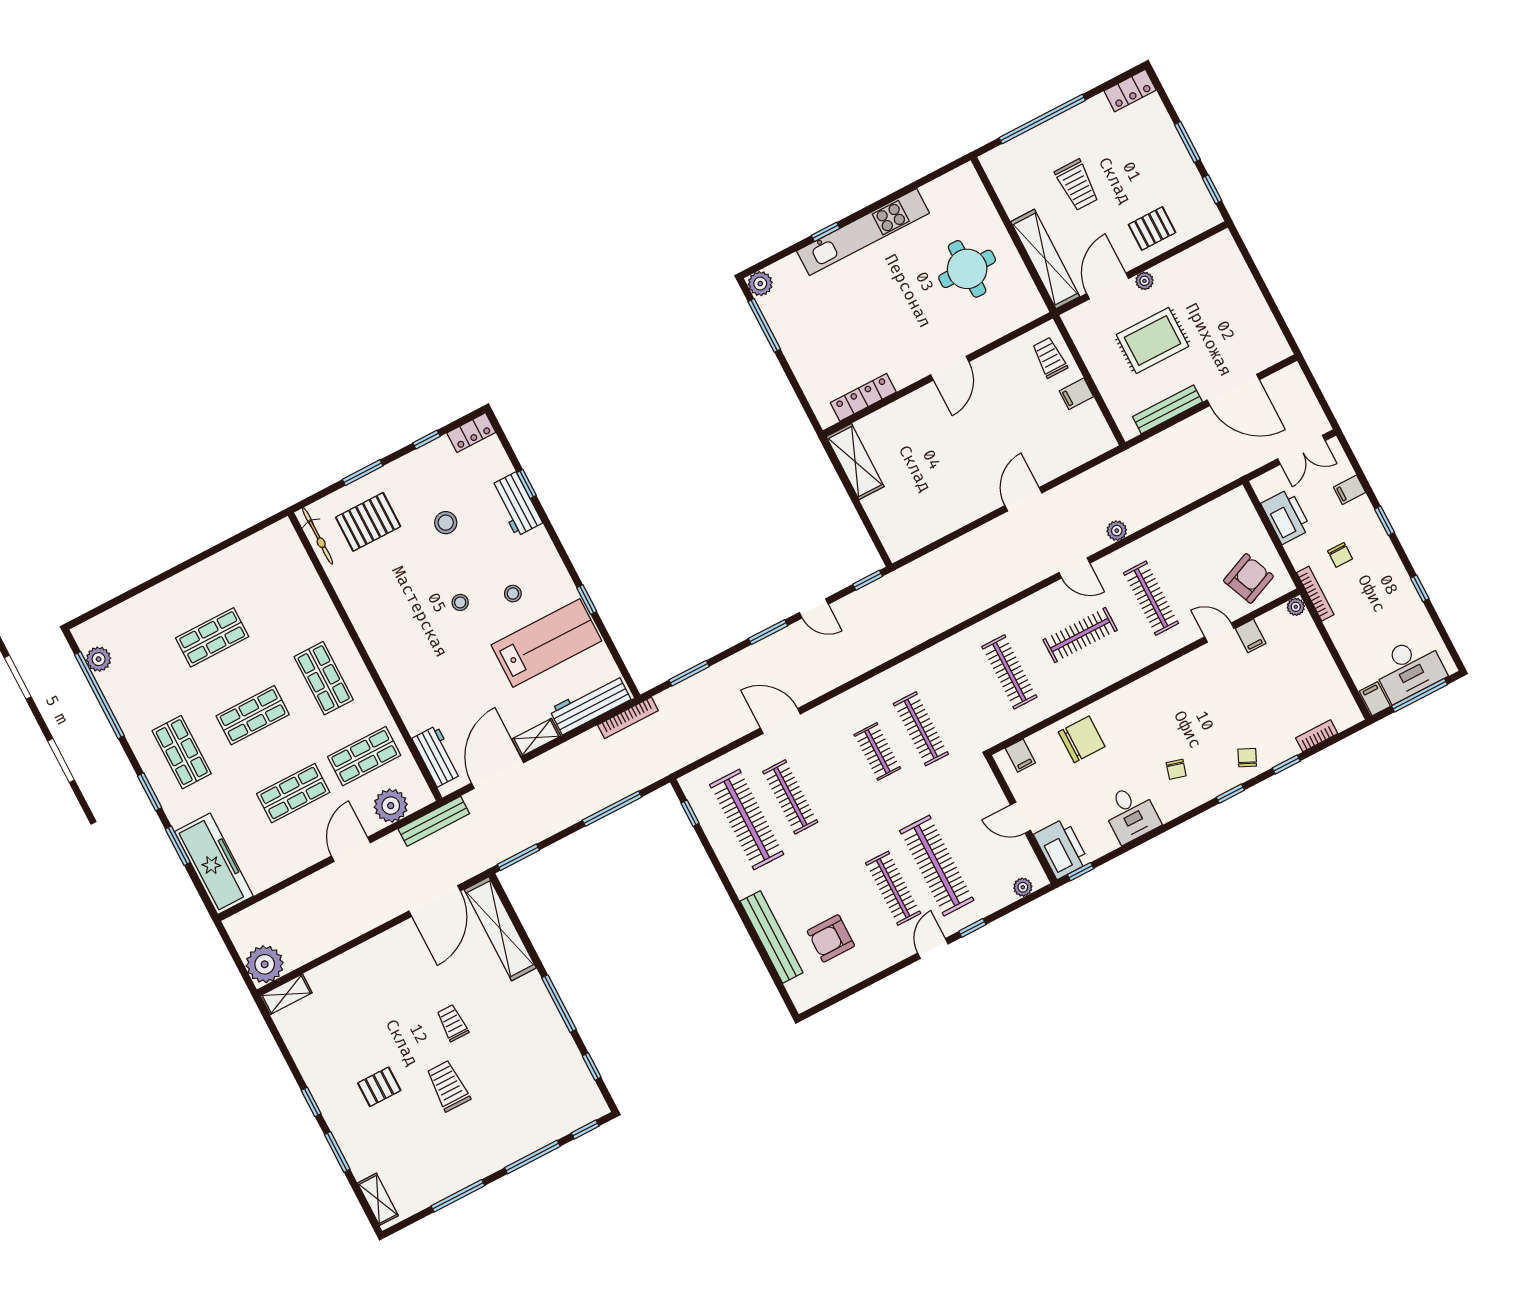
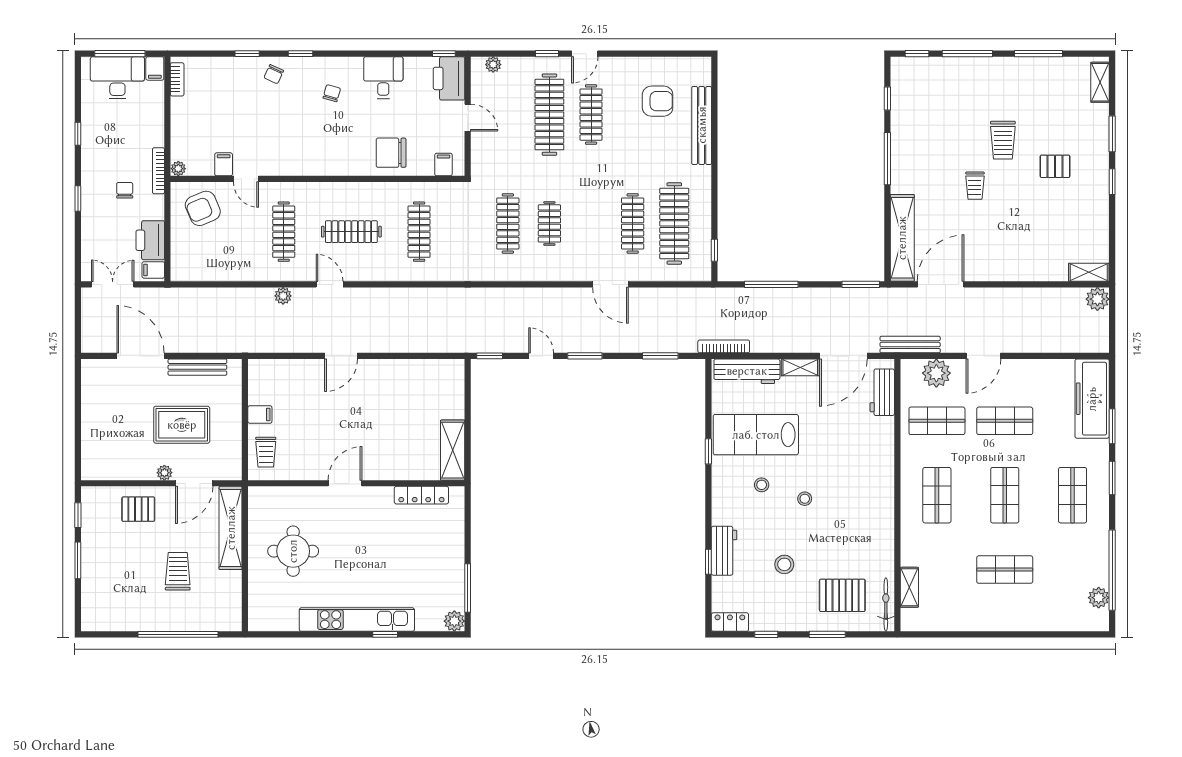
locker: (1130, 91) -> (101, 621), removed
filing cabinet: (1350, 490) -> (153, 270), moved, turned 180
shelving: (302, 567) -> (909, 587), added
shop shelf: (253, 715) -> (1005, 495), turned 90
bookcase: (1317, 736) -> (177, 79), moved, turned -90
plant: (265, 964) -> (1097, 299), width x0.73, depth x0.73

